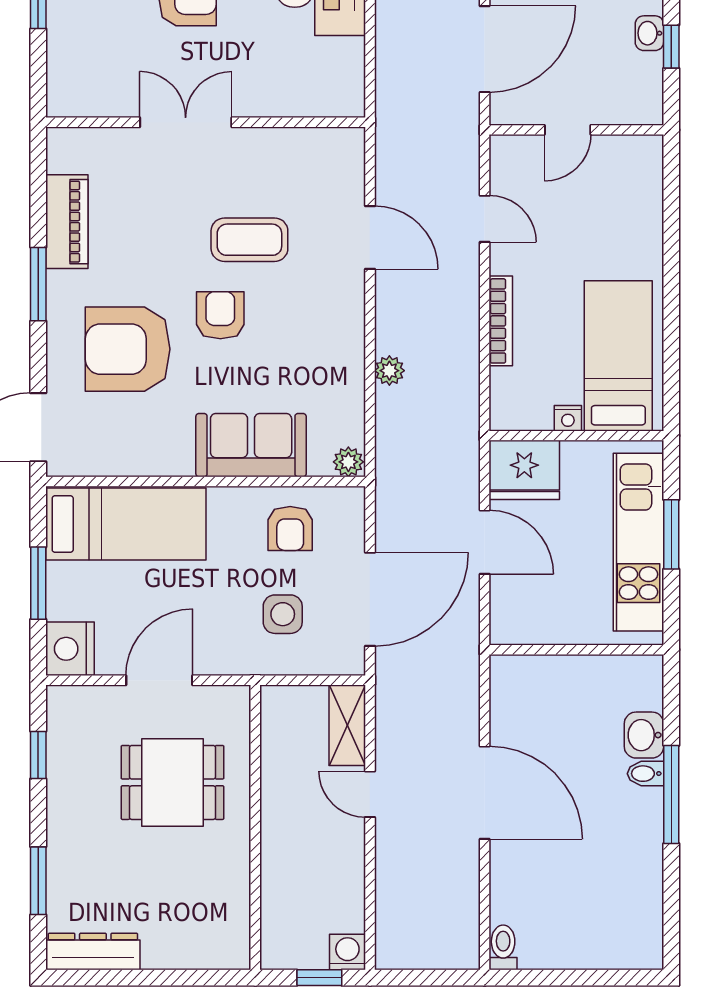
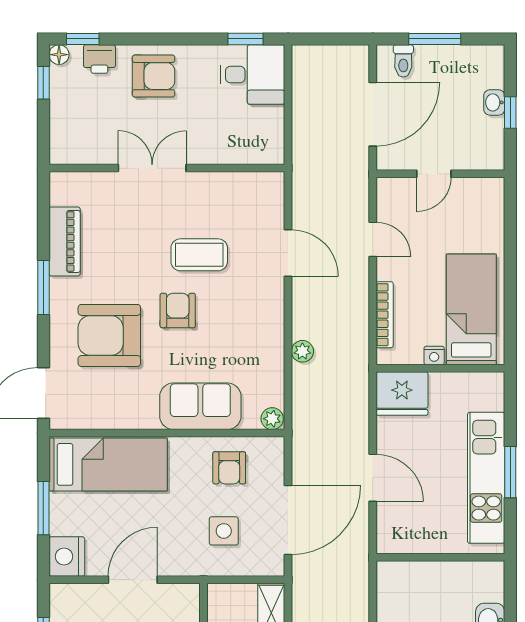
bed: (618, 356) -> (471, 309), moved
nightstand: (568, 418) -> (434, 355), moved
wall: (576, 436) -> (440, 368), moved
fridge: (524, 470) -> (402, 394), moved

